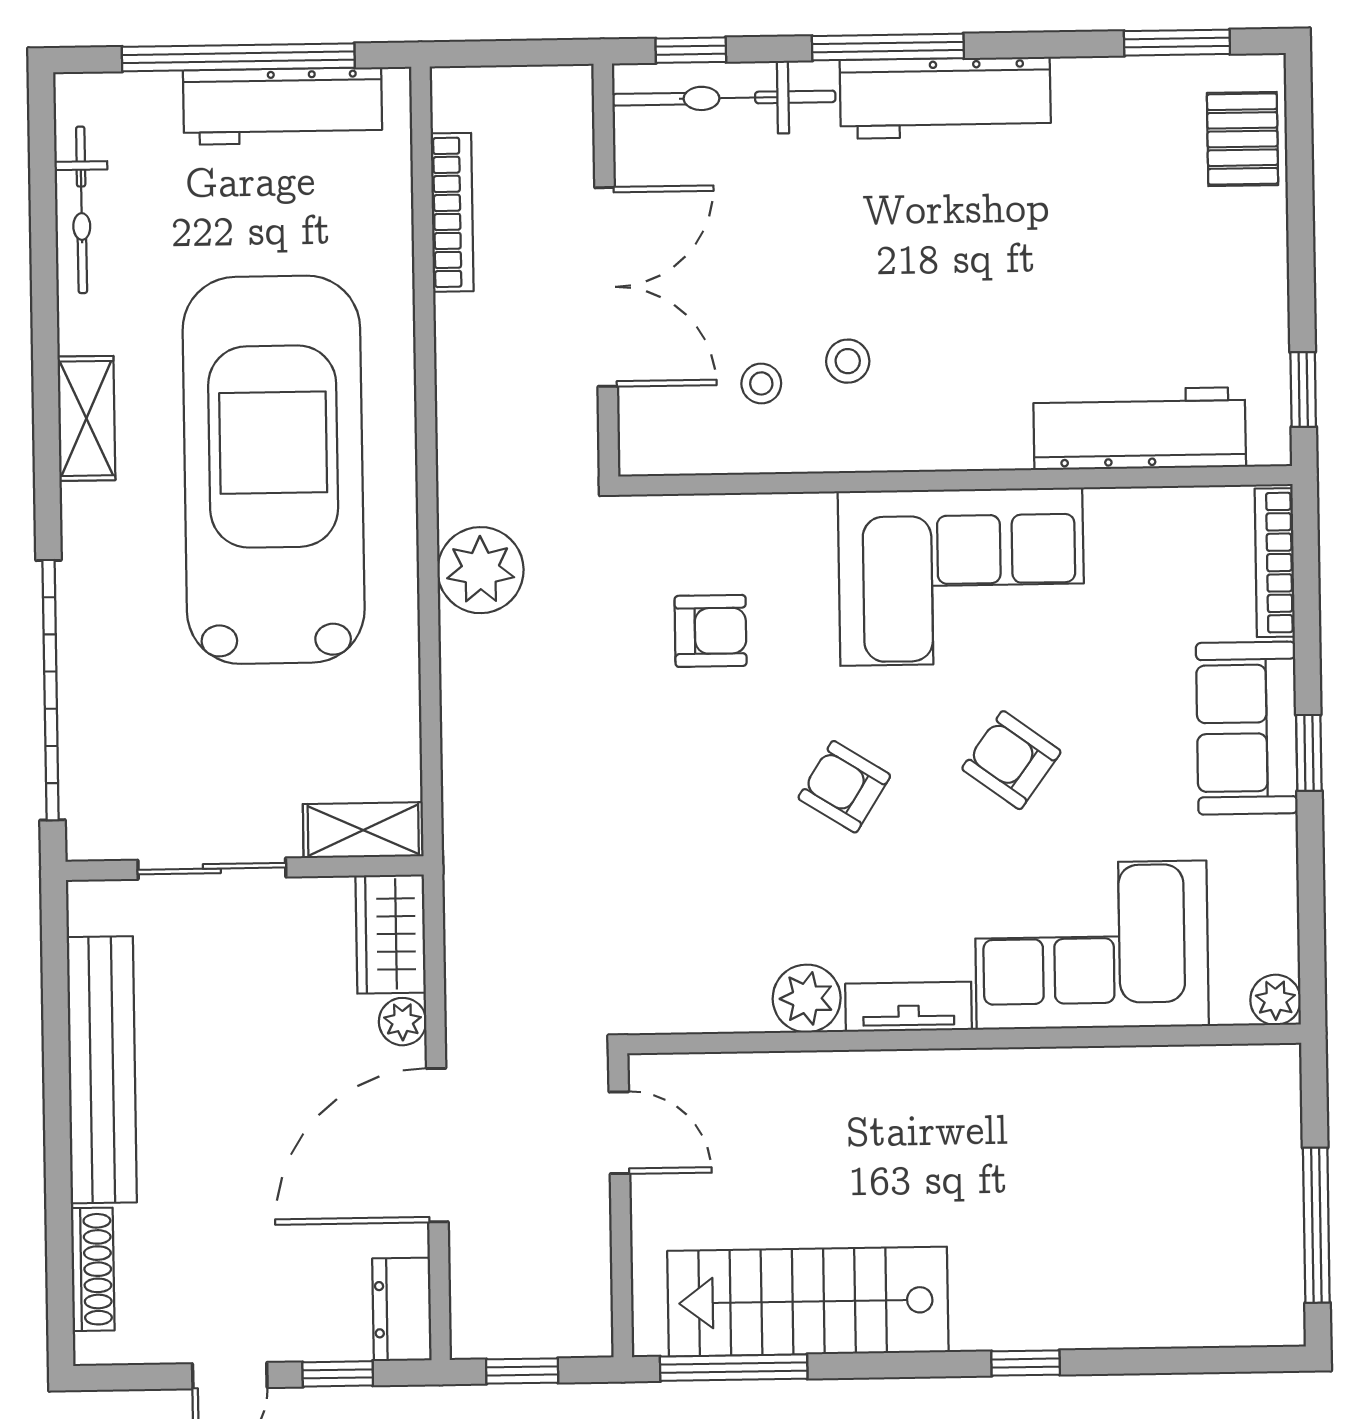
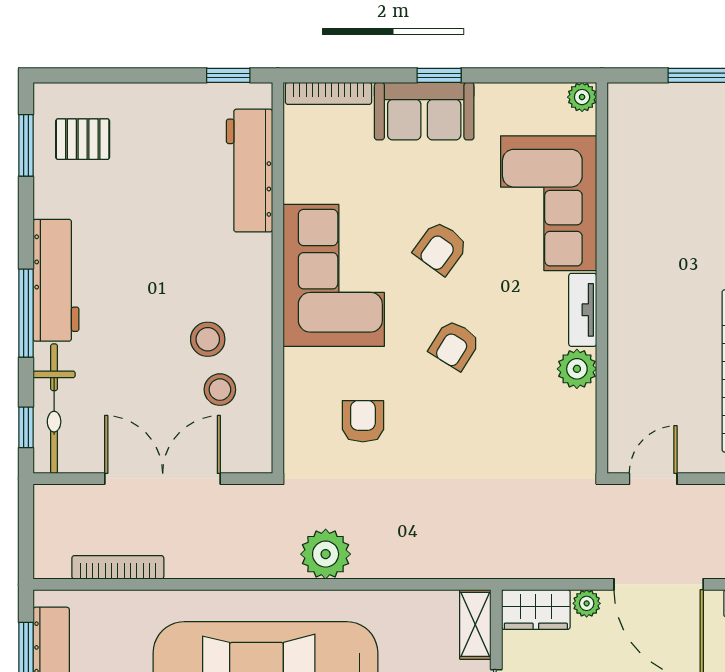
pallet: (1243, 139) -> (83, 139), moved
stool: (848, 361) -> (208, 339), width x1.37, depth x1.37
stool: (761, 383) -> (220, 390), width x1.37, depth x1.37

